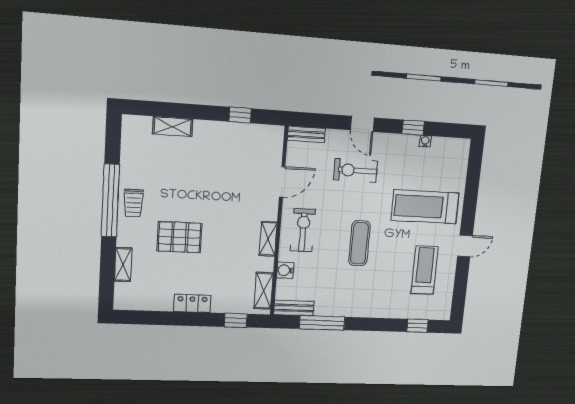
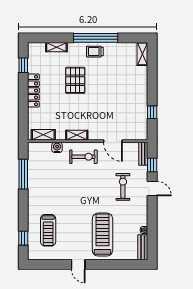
door: (362, 124) -> (152, 188), swing flipped
shelving: (173, 127) -> (142, 54), moved
window: (413, 128) -> (152, 165), moved
exercise mat: (359, 243) -> (77, 194), removed
treadmill: (425, 270) -> (48, 230), moved, turned 90
locker: (192, 303) -> (33, 91), width x1.53
bench: (294, 308) -> (143, 247), moved
window: (236, 320) -> (23, 65), moved

